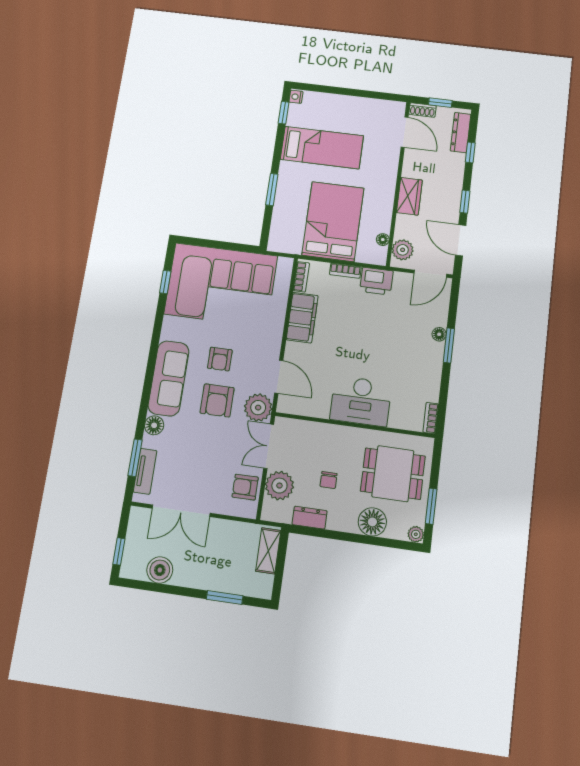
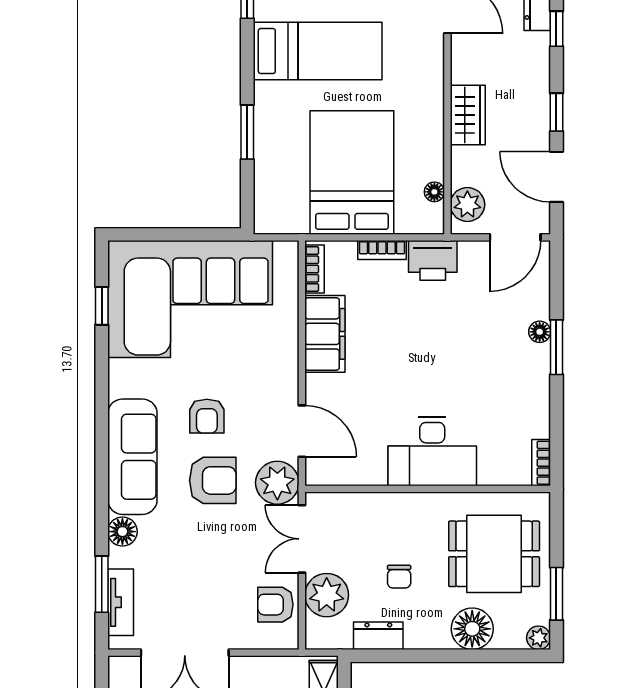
armchair: (217, 400) -> (213, 480), turned -90

